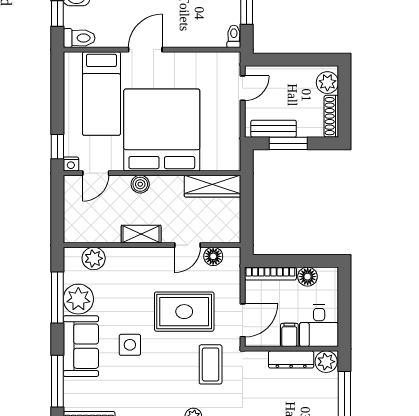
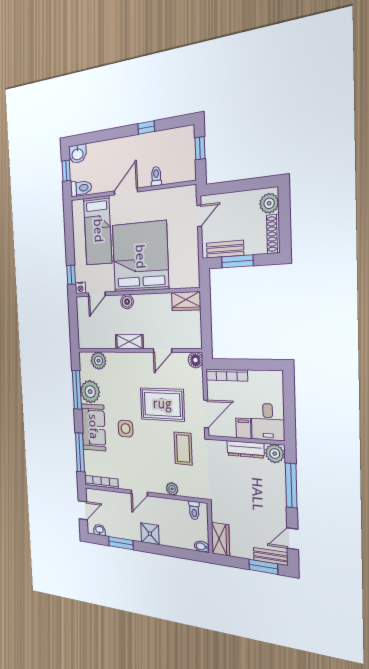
toilet: (234, 36) -> (156, 176), moved
wardrobe: (213, 186) -> (186, 301), width x0.67
floor lamp: (213, 256) -> (195, 360), moved
floor lamp: (308, 277) -> (257, 378), removed

